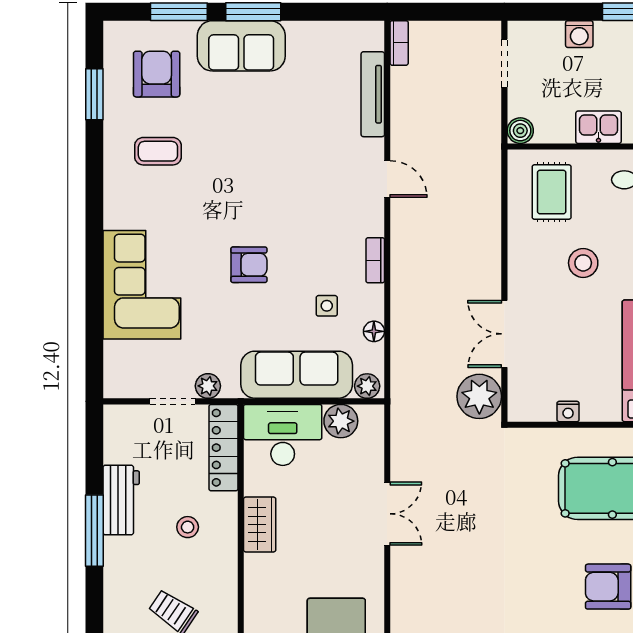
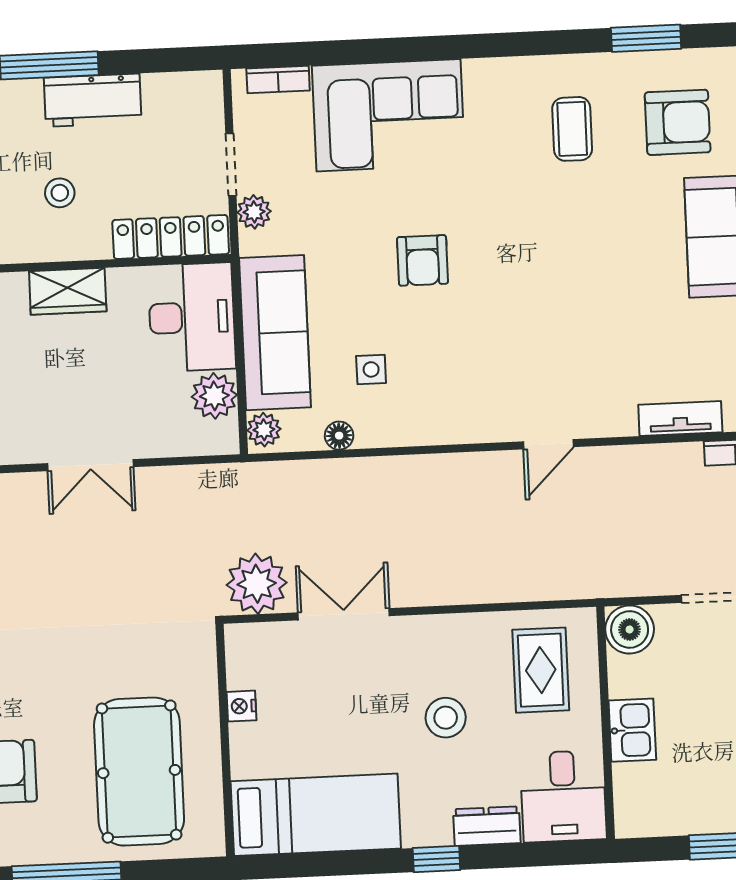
tv unit: (373, 94) -> (680, 418), width x0.71
boiler: (520, 131) -> (630, 629), width x1.36, depth x1.36
rug: (552, 192) -> (541, 670), turned 90
bookcase: (375, 260) -> (278, 80), moved, turned 180

